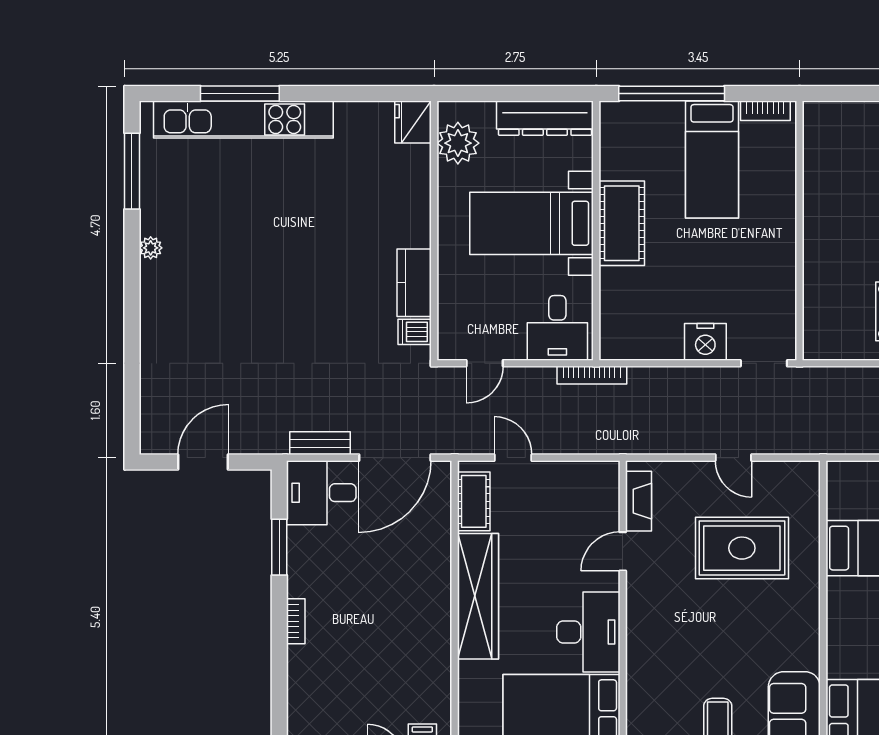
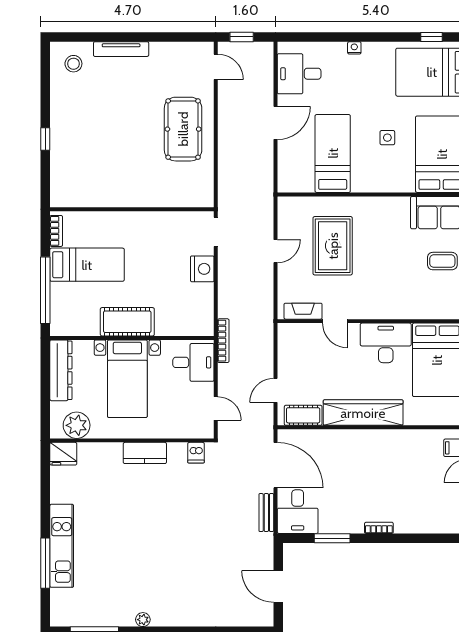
kitchen unit: (243, 120) -> (62, 546), width x0.73
kitchen counter: (414, 283) -> (145, 453), moved

